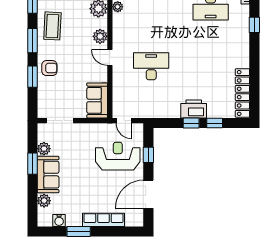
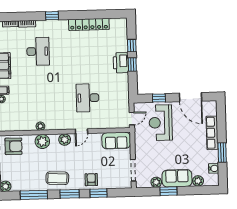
locker: (242, 93) -> (89, 24), moved

